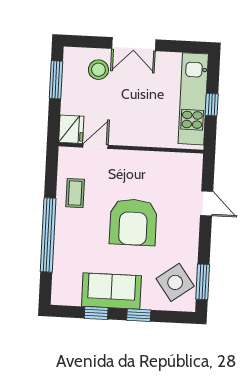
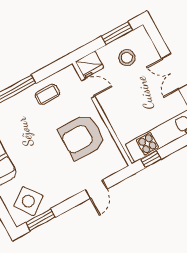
stool: (98, 70) -> (127, 58), moved
window: (212, 105) -> (151, 159), moved
armchair: (133, 222) -> (82, 137), moved

